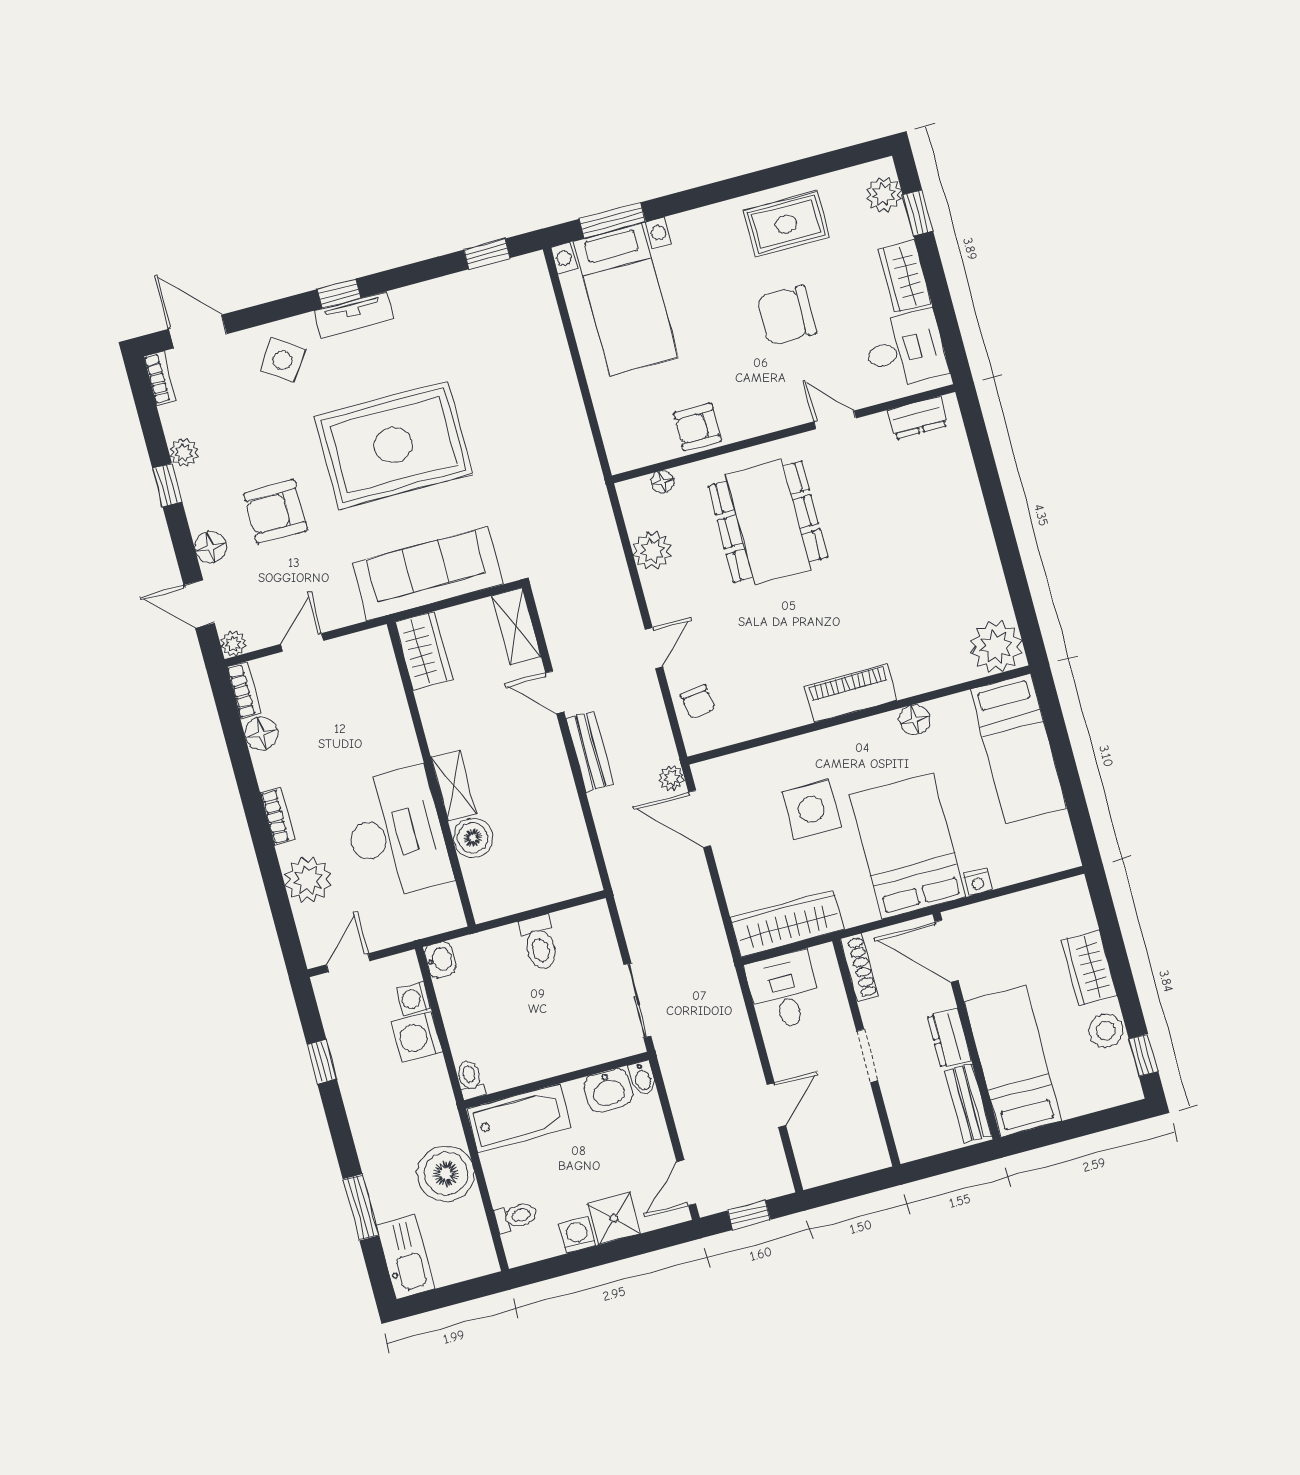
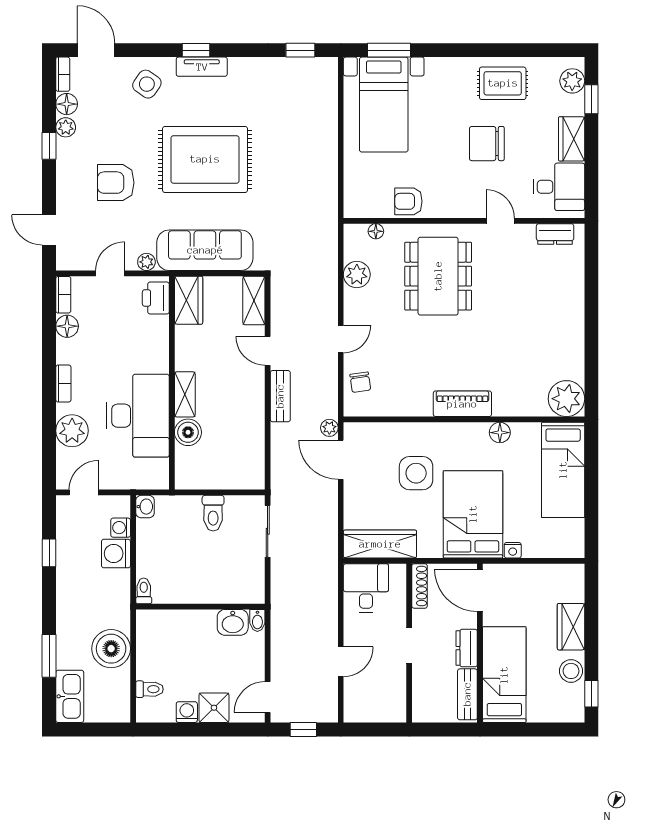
floor lamp: (211, 547) -> (67, 104), moved
plant: (233, 643) -> (146, 262), moved
printer: (376, 660) -> (156, 298), added
sliding door: (637, 1000) -> (268, 531), moved
bathtub: (519, 1118) -> (169, 625), removed

